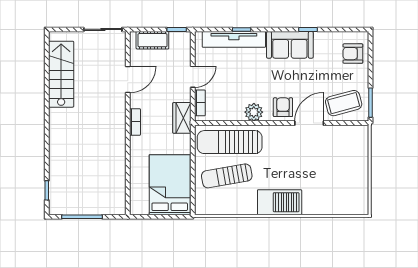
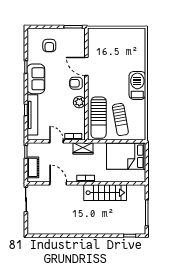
armchair: (353, 54) -> (49, 46), moved
stairs: (61, 74) -> (105, 193), moved, turned 180
coffee table: (344, 103) -> (73, 44), removed

